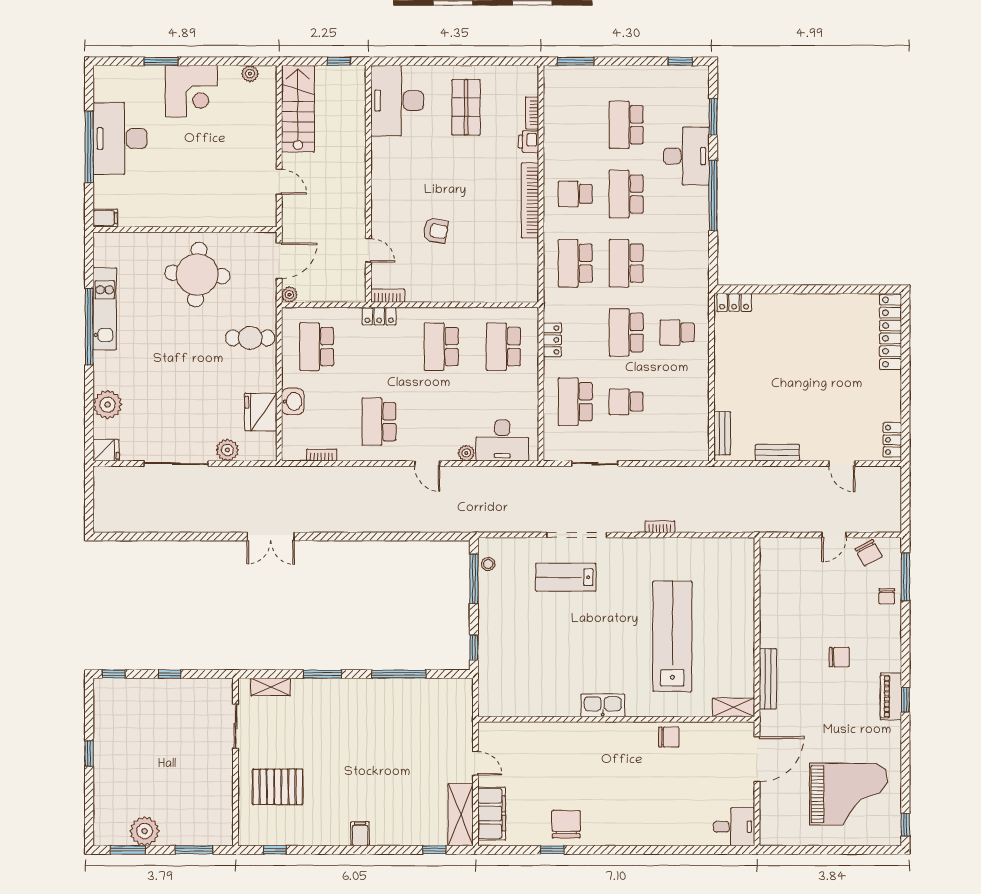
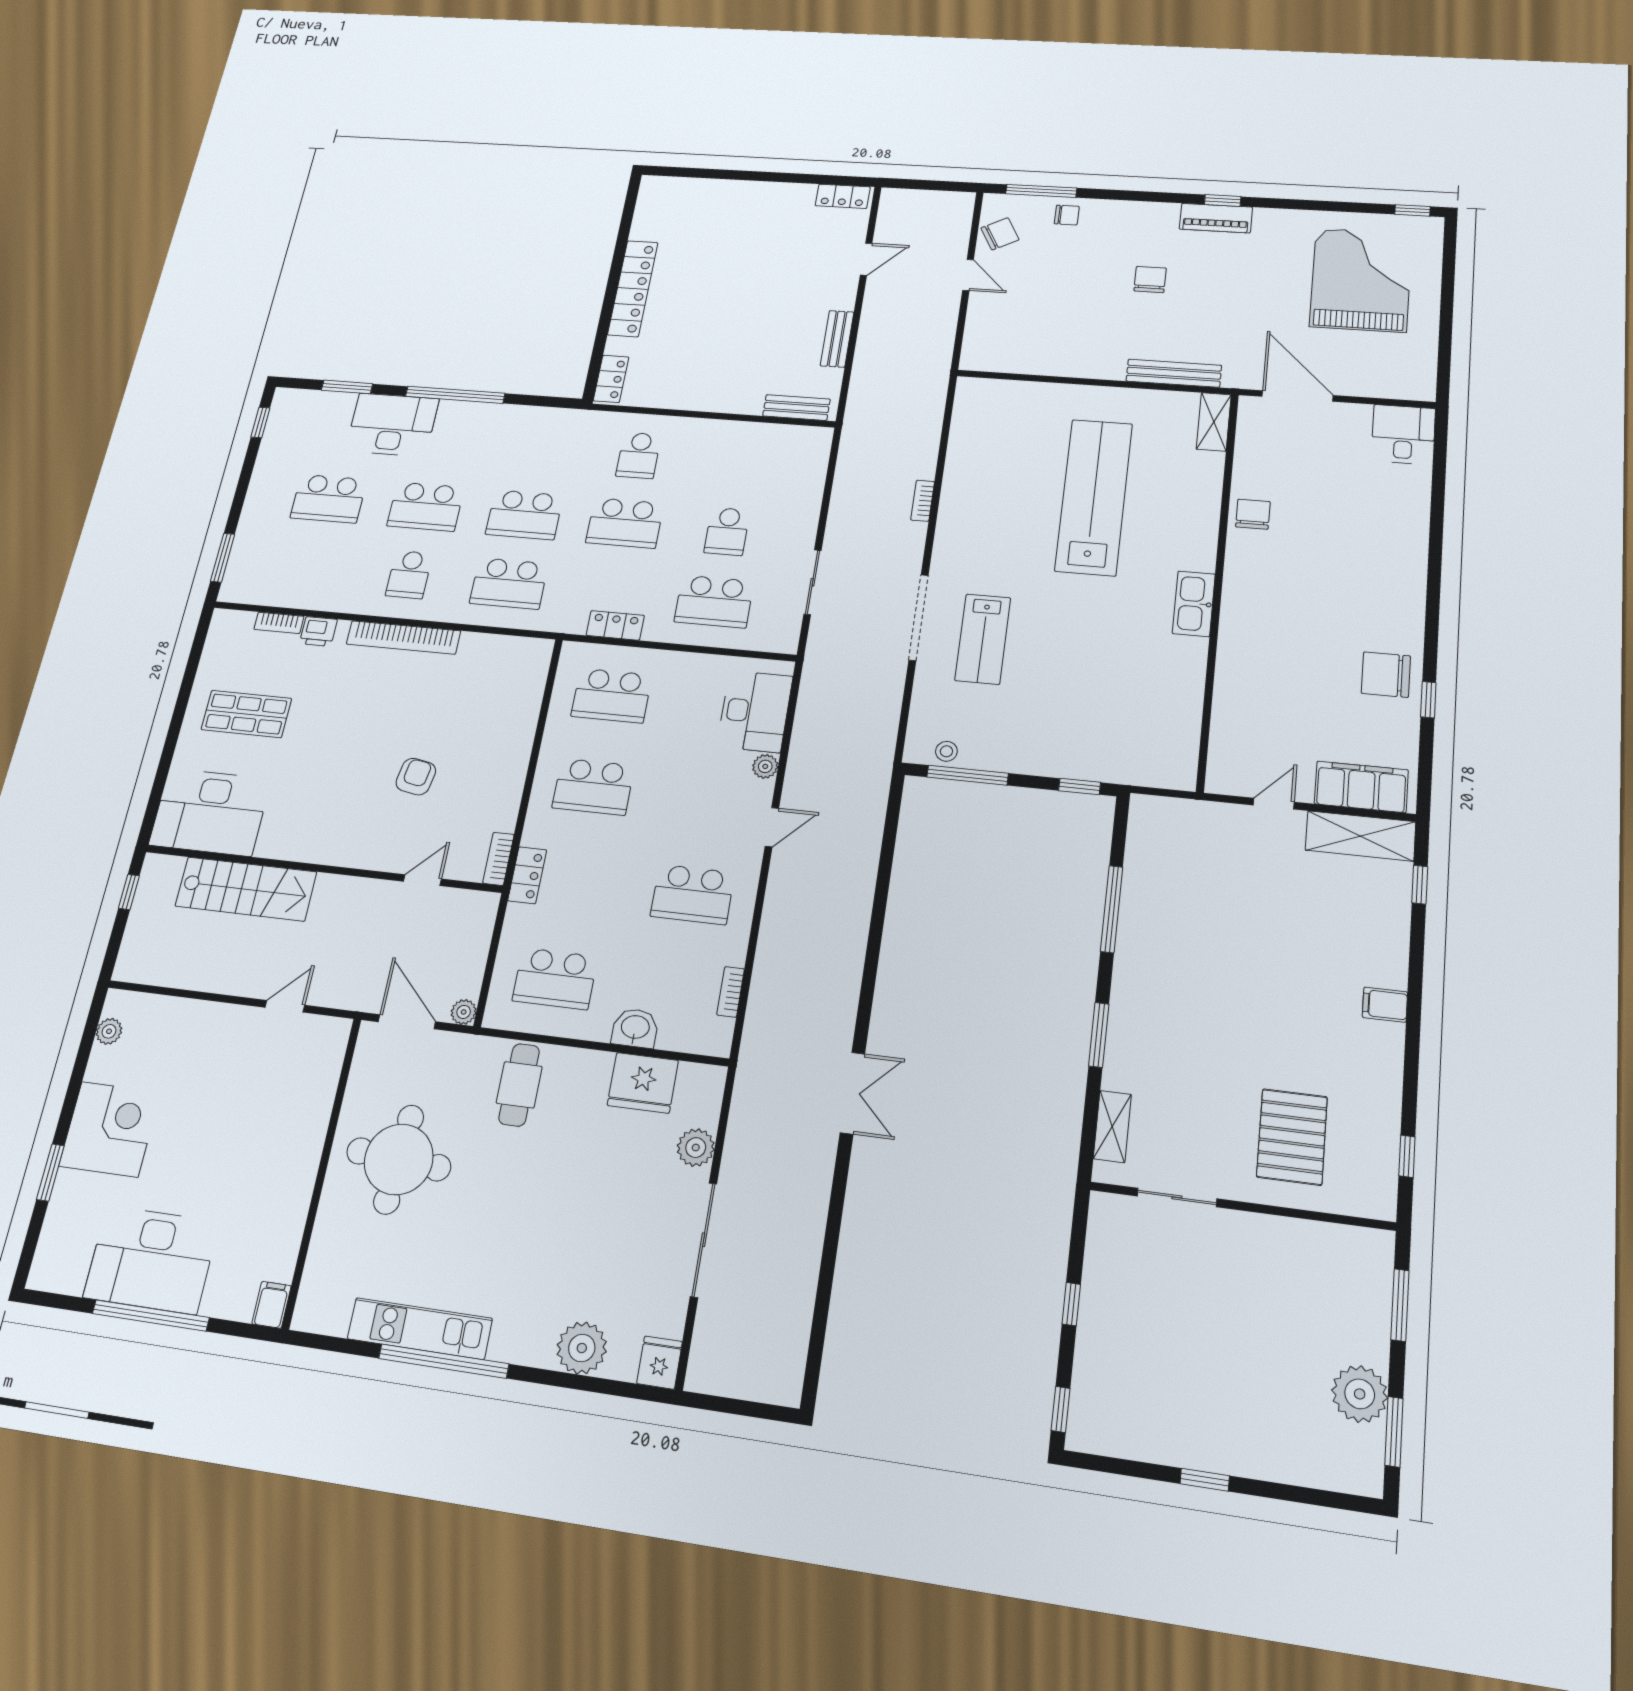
stairs: (298, 109) -> (246, 889), moved, turned 180
locker: (891, 332) -> (633, 288), moved, turned -90
lab bench: (672, 636) -> (1094, 497), turned 90

